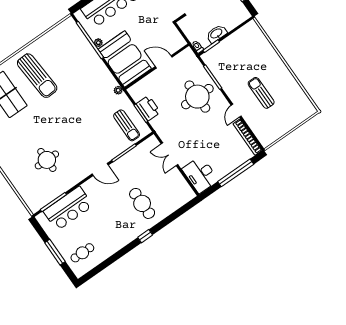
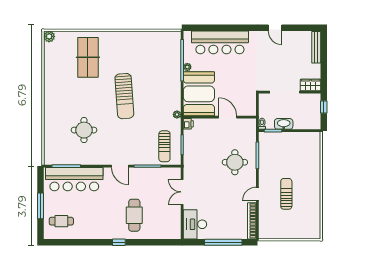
sun lounger: (37, 76) -> (124, 96), moved
round table: (197, 97) -> (235, 162), width x0.73, depth x0.73
printer: (148, 108) -> (188, 124), moved, width x0.53, depth x0.68
bar counter: (68, 208) -> (74, 179), width x1.36

